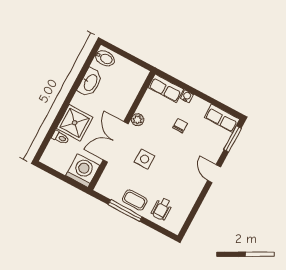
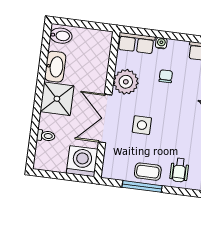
plant: (138, 120) -> (126, 82), width x1.87, depth x1.87
shower: (75, 123) -> (57, 99), moved

